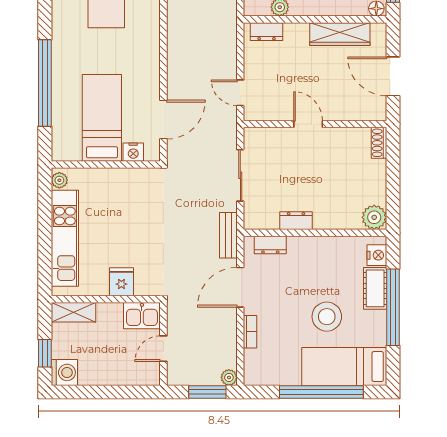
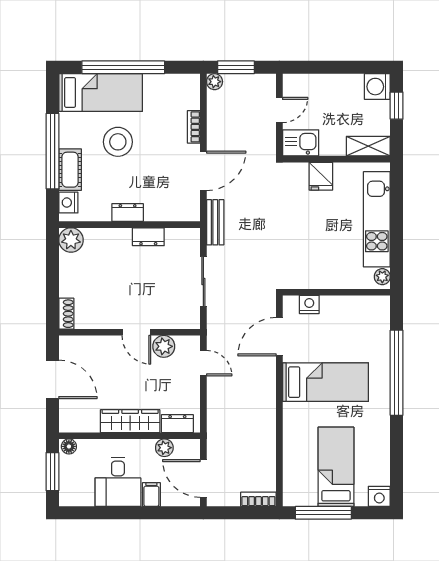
wardrobe: (340, 34) -> (130, 421), moved
plant: (280, 110) -> (164, 346), added
bed: (102, 118) -> (326, 382), moved, turned -90
dresser: (270, 245) -> (128, 213), moved

